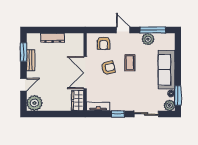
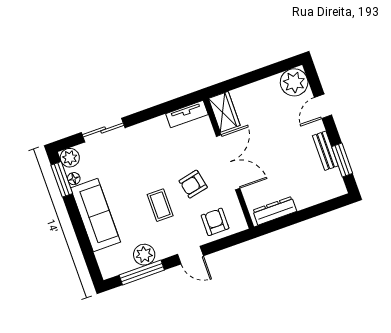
dresser: (53, 38) -> (275, 211), moved
window: (118, 114) -> (150, 113), removed

